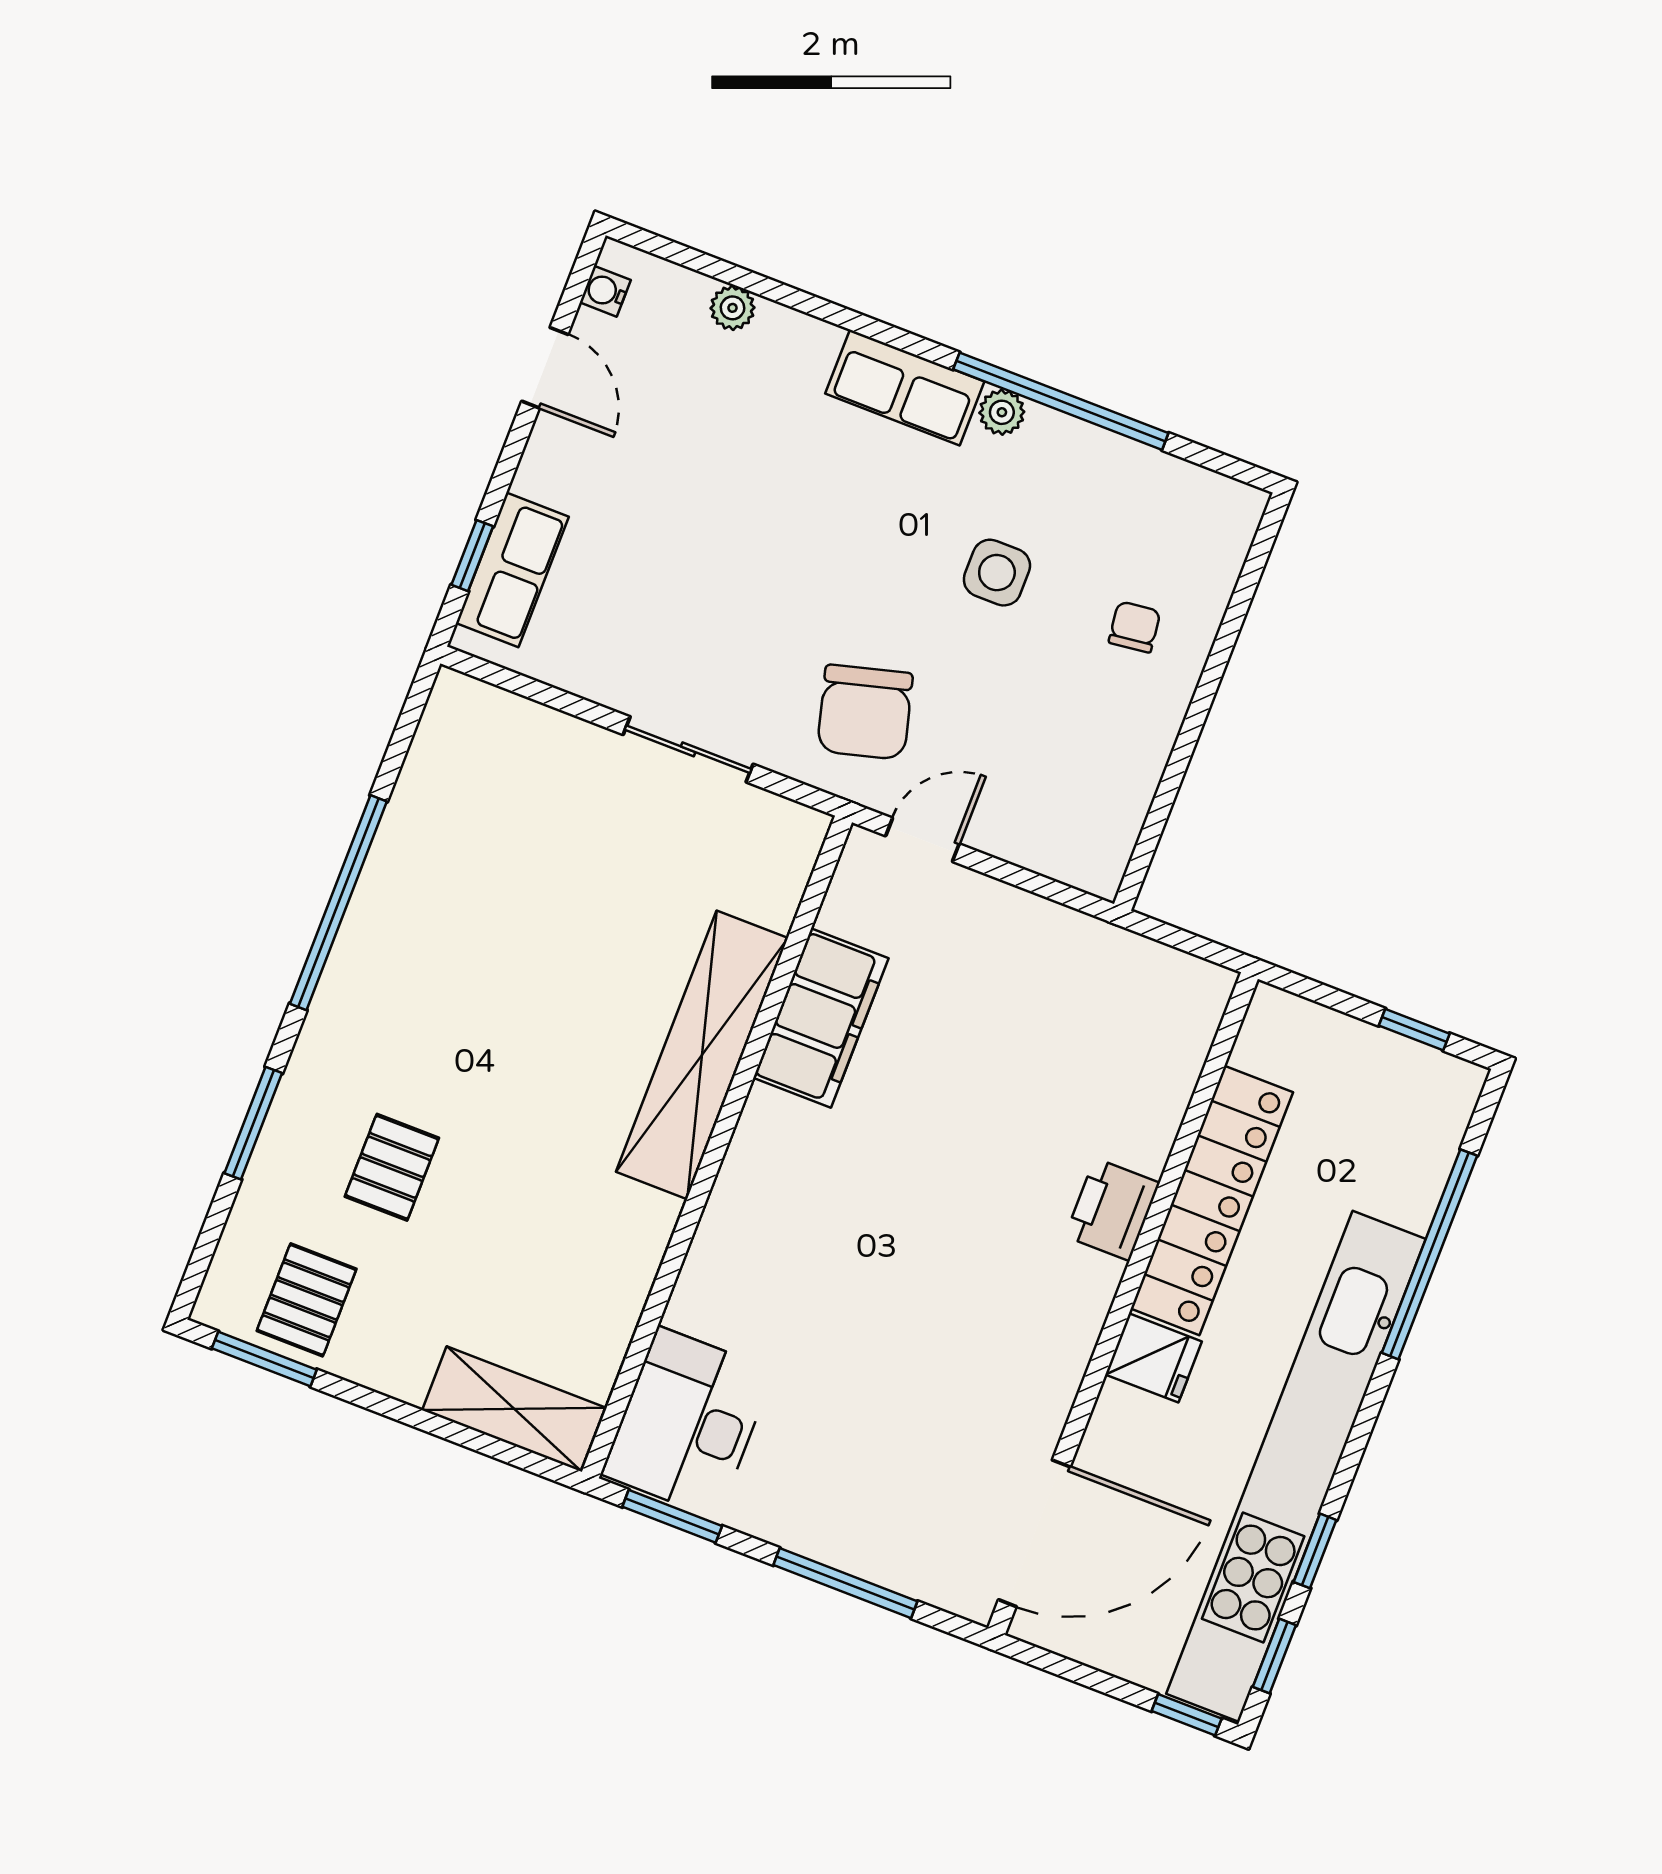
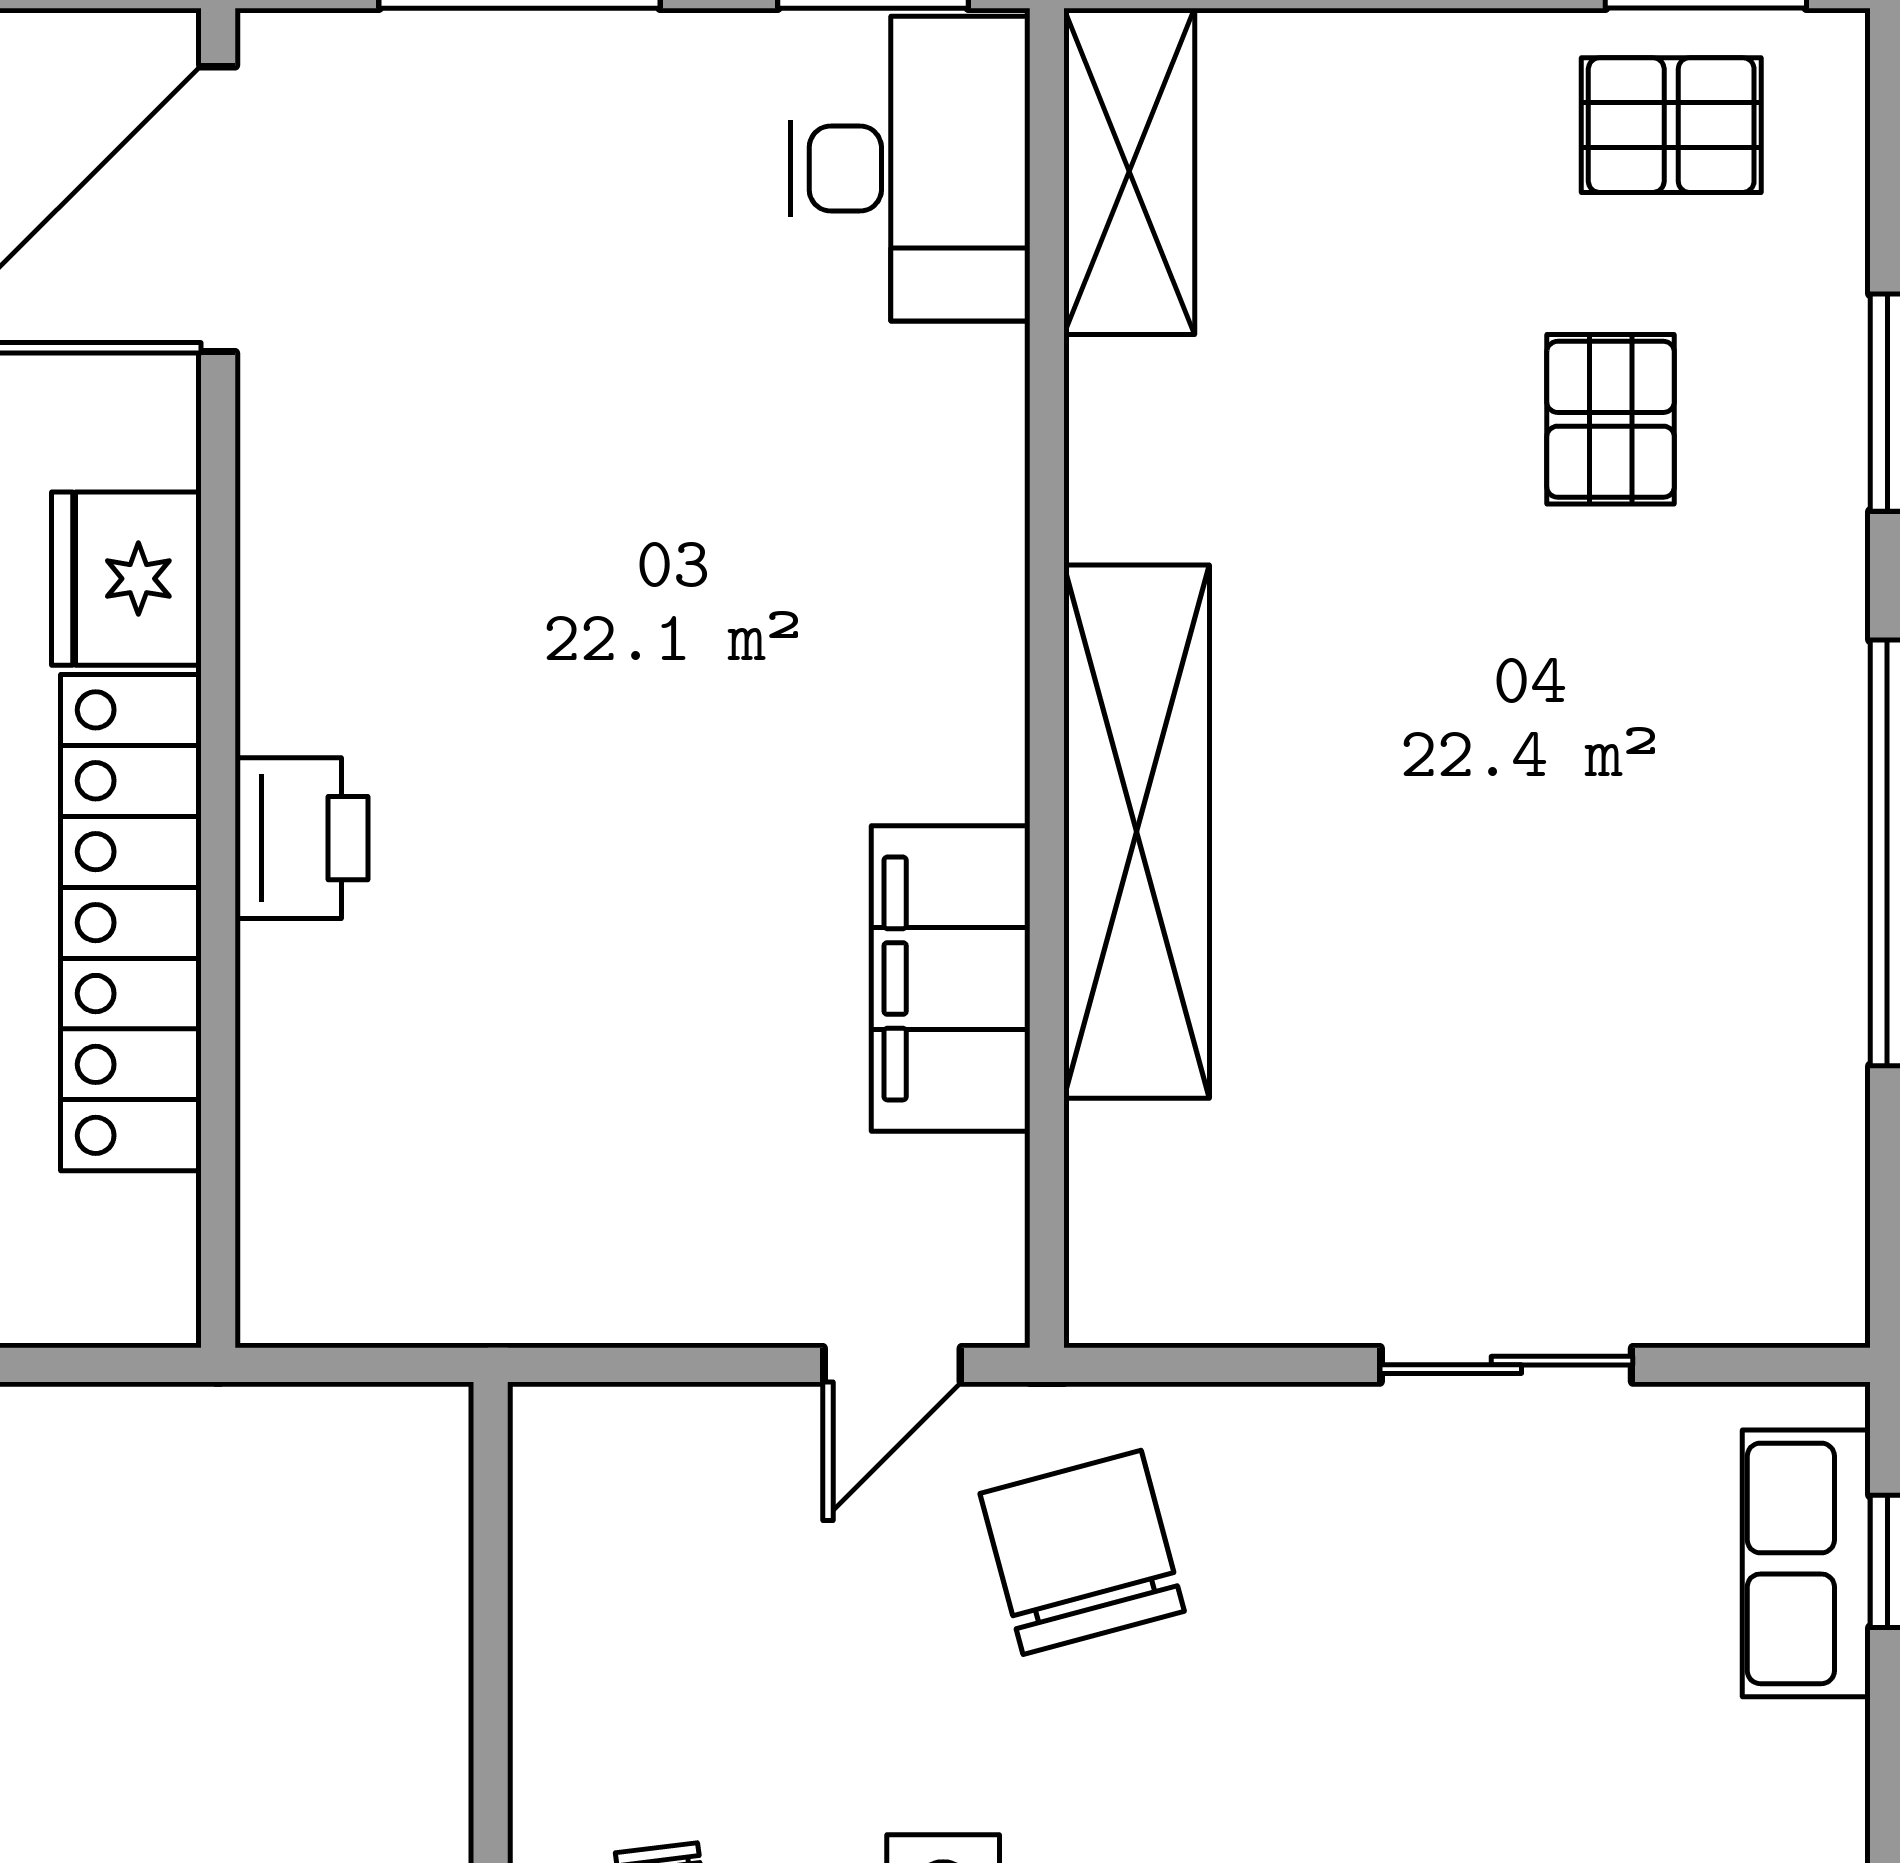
sliding door: (688, 749) -> (1506, 1365), moved
pallet: (307, 1300) -> (1671, 125), turned 90
fridge: (1154, 1358) -> (126, 579), width x1.38
shelving: (514, 1409) -> (1129, 171), moved, turned 90

